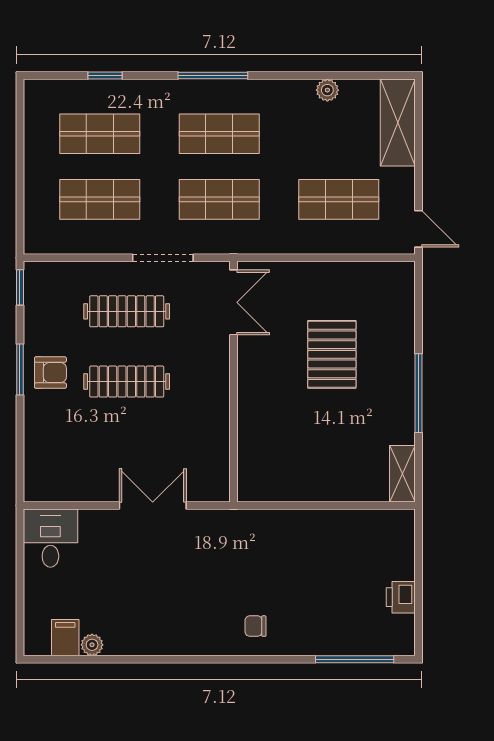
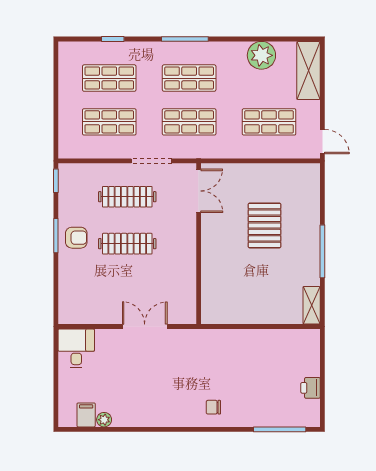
plant: (327, 90) -> (261, 55), width x1.88, depth x1.88

